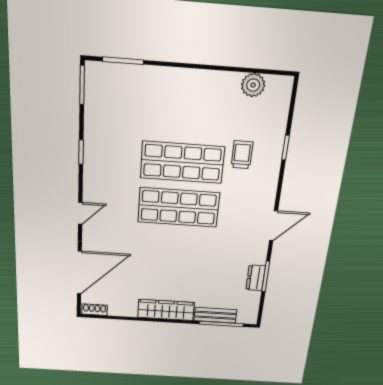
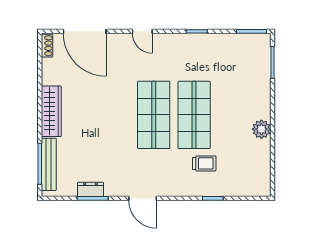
plant: (253, 85) -> (261, 129), moved
bench: (215, 315) -> (49, 164), width x1.36

